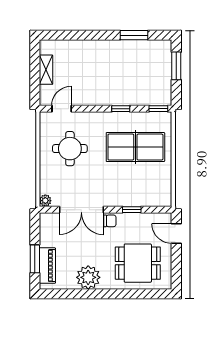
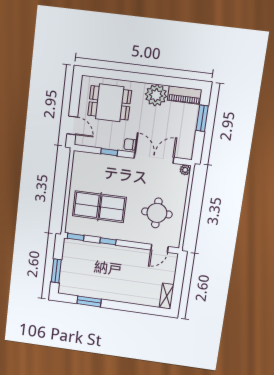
shelving: (46, 70) -> (167, 296), moved
piano: (47, 266) -> (185, 95), moved, turned -90

